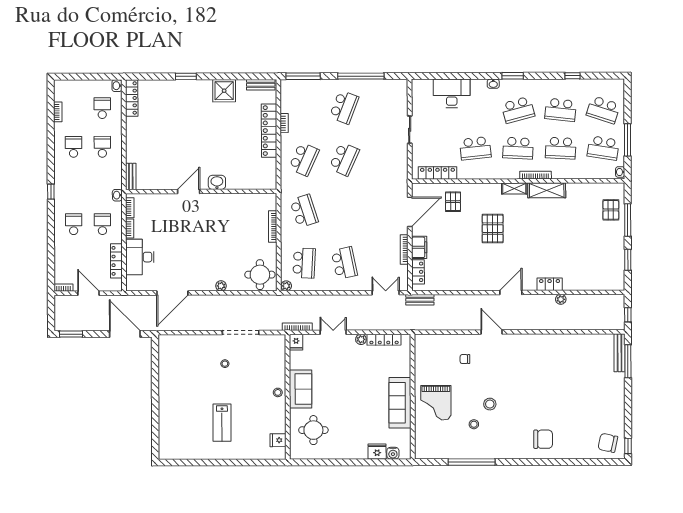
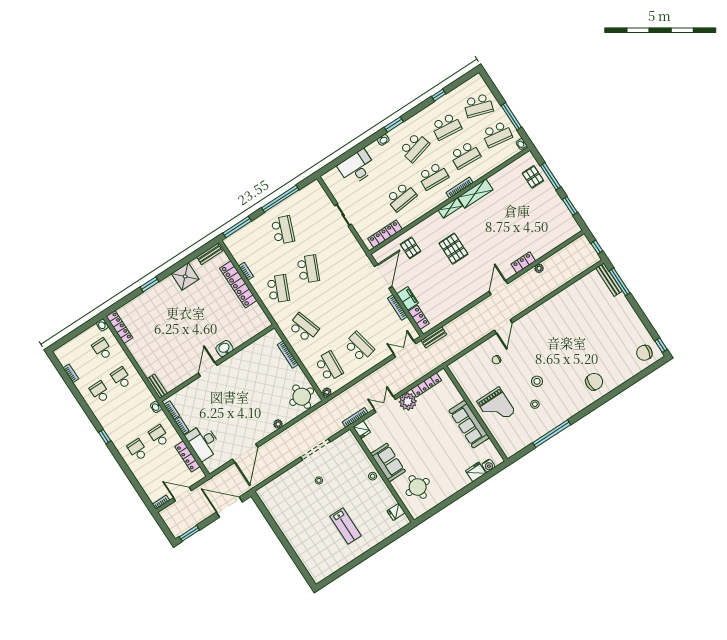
door: (492, 332) -> (503, 327), swing flipped
plant: (361, 339) -> (408, 402), width x1.88, depth x1.88

